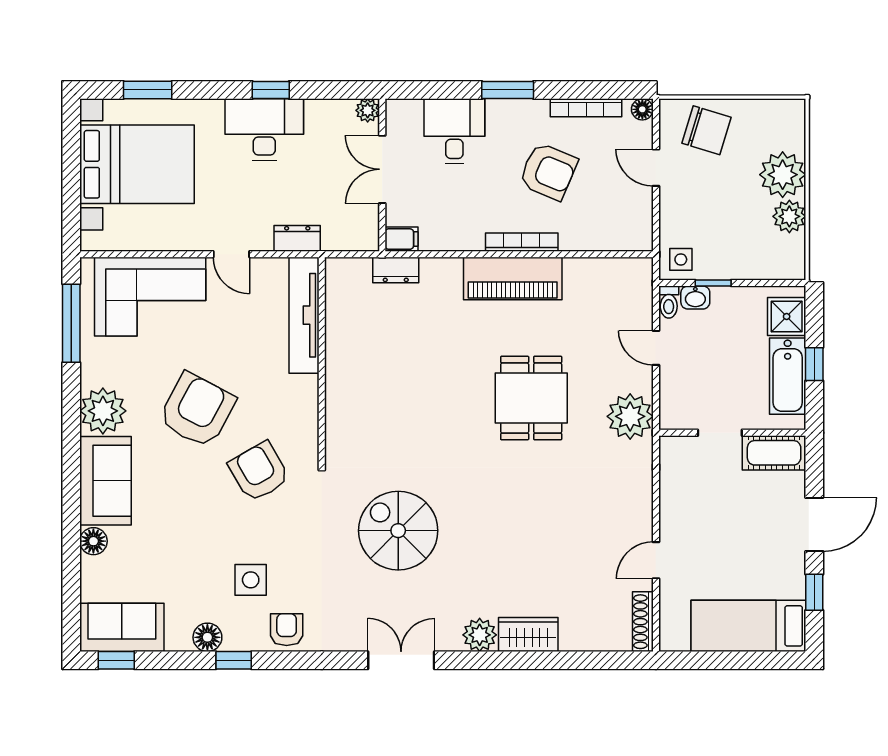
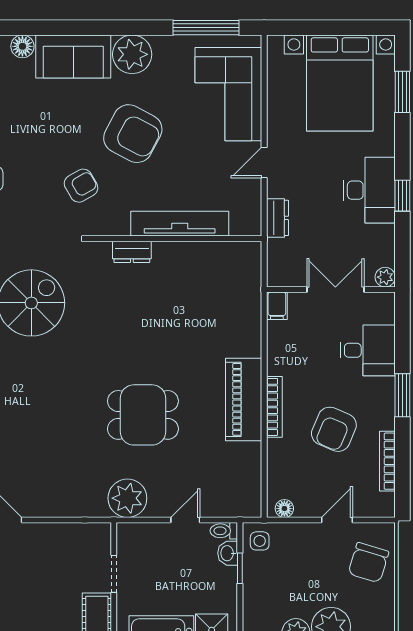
floor lamp: (642, 109) -> (284, 509), moved
dresser: (396, 270) -> (132, 252), moved, turned -90
tv unit: (304, 315) -> (180, 224), moved
armchair: (259, 472) -> (81, 186), width x0.72, depth x0.72

